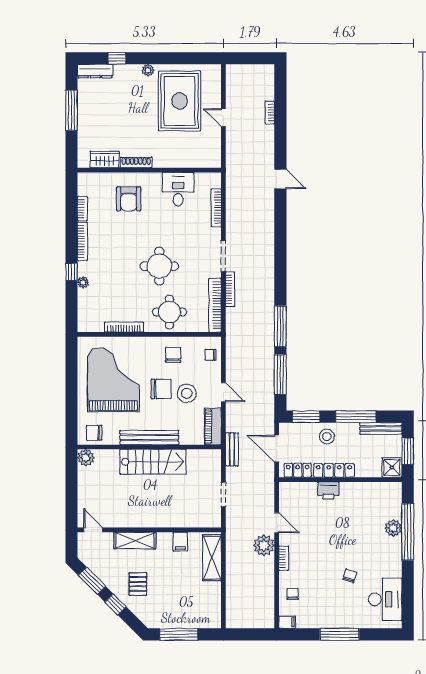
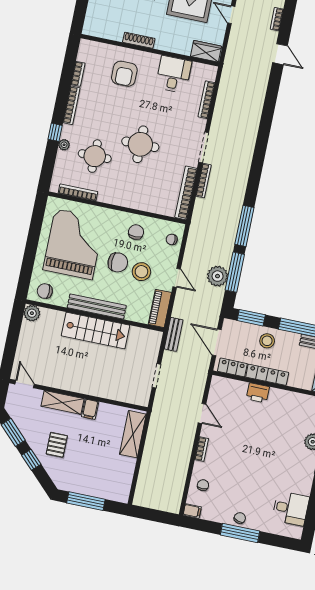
wardrobe: (105, 159) -> (206, 51), moved
door: (280, 179) -> (280, 54), moved
round table: (169, 312) -> (95, 156), moved
bookcase: (124, 327) -> (78, 192), moved
filing cabinet: (180, 542) -> (90, 409), moved
plant: (264, 545) -> (218, 276), moved
chair: (350, 576) -> (240, 518), moved
desk: (385, 599) -> (291, 508), width x0.73

